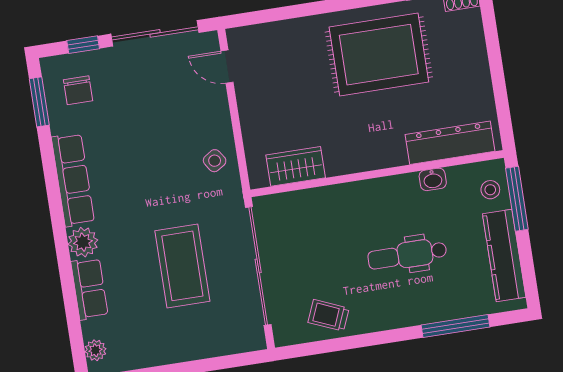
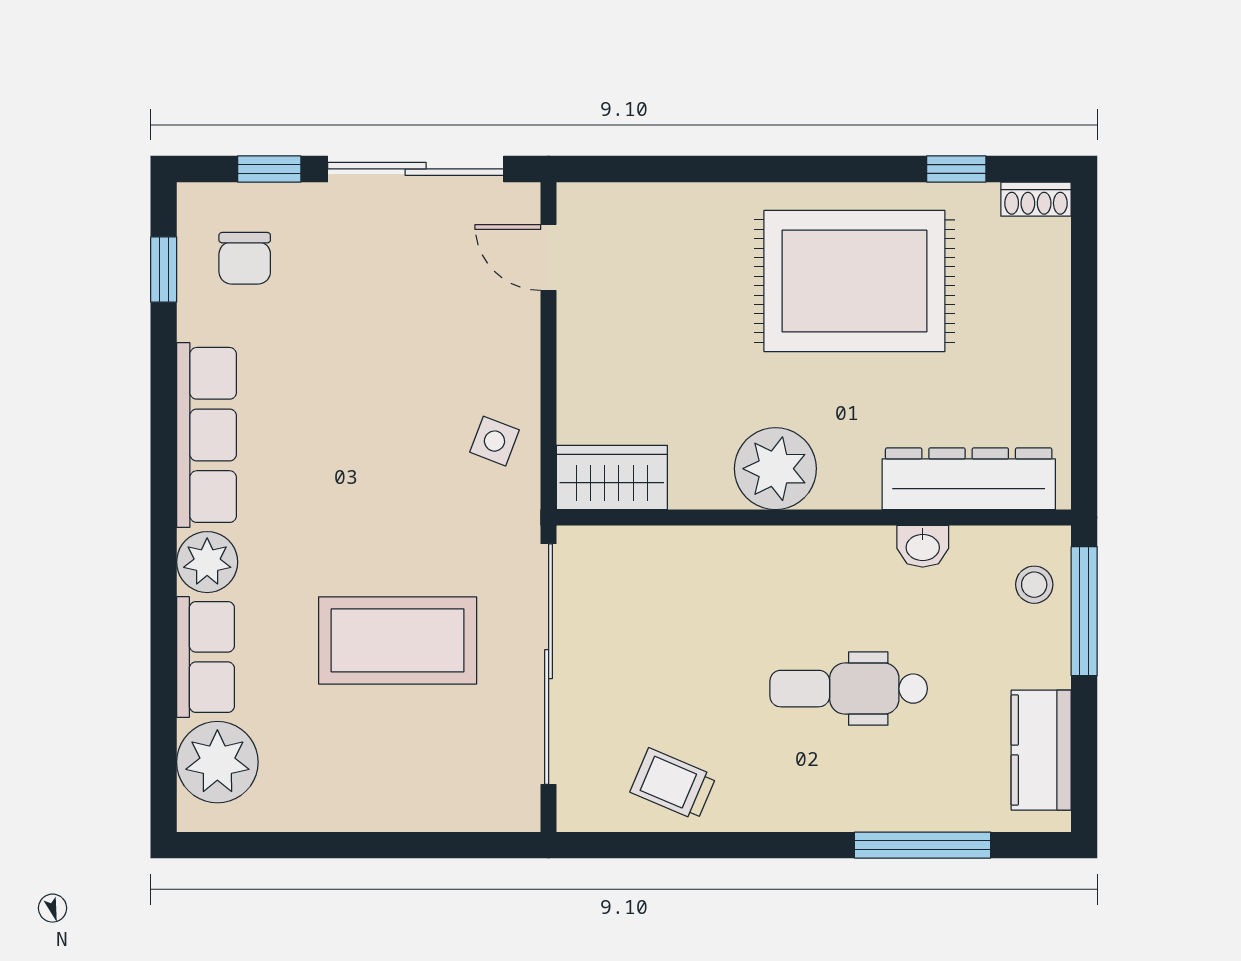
window: (39, 102) -> (164, 269), width x0.67
plant: (354, 153) -> (775, 469), added
side table: (215, 161) -> (494, 441), turned -36
wardrobe: (296, 166) -> (612, 477), moved
kitchen counter: (504, 256) -> (1041, 750), width x0.67
coffee table: (182, 266) -> (398, 640), turned 90
plant: (95, 350) -> (217, 762), width x1.87, depth x1.87

